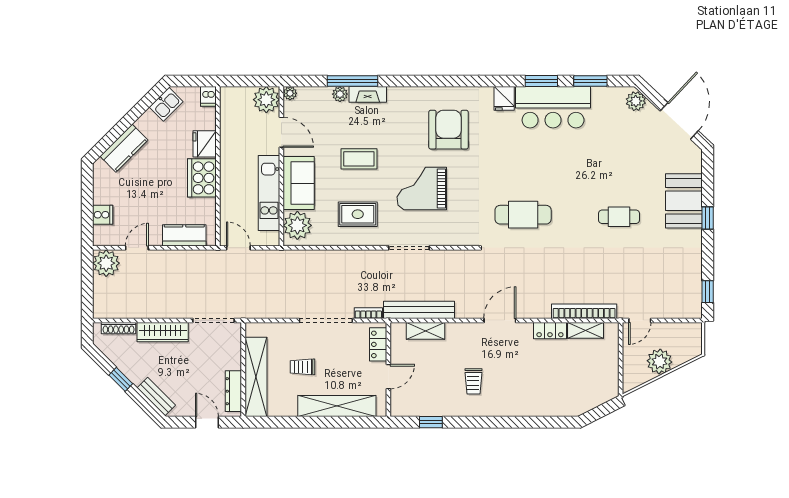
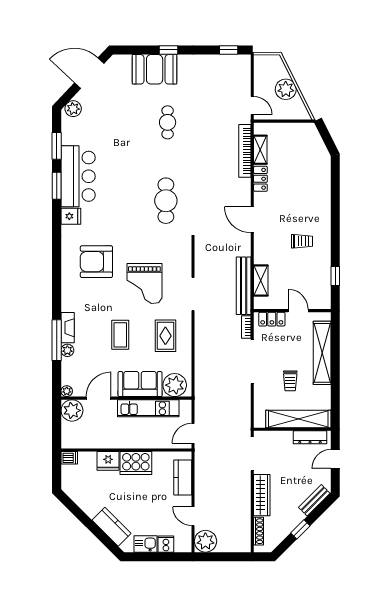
kitchen sink: (166, 104) -> (146, 544), moved, turned -45

